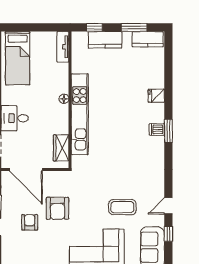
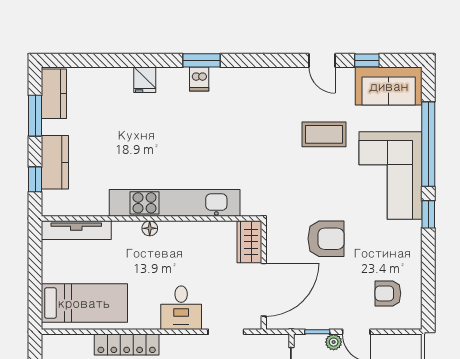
tv unit: (63, 47) -> (76, 230), width x1.41
wardrobe: (61, 148) -> (249, 242), moved, turned 90
coffee table: (122, 207) -> (324, 134), turned 90
armchair: (30, 222) -> (388, 293), moved

